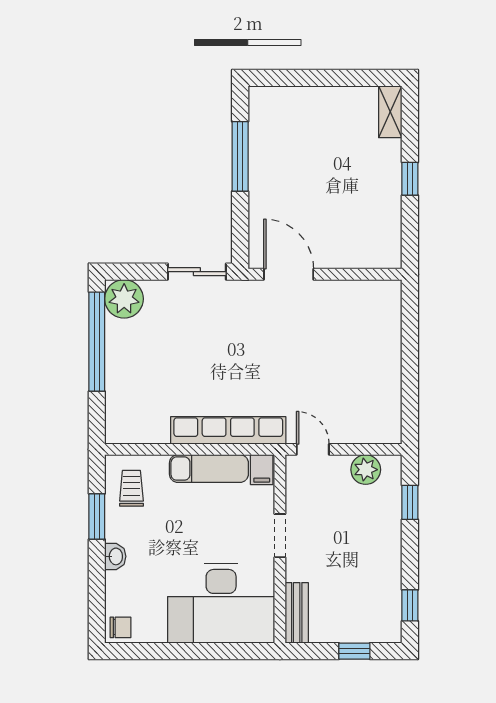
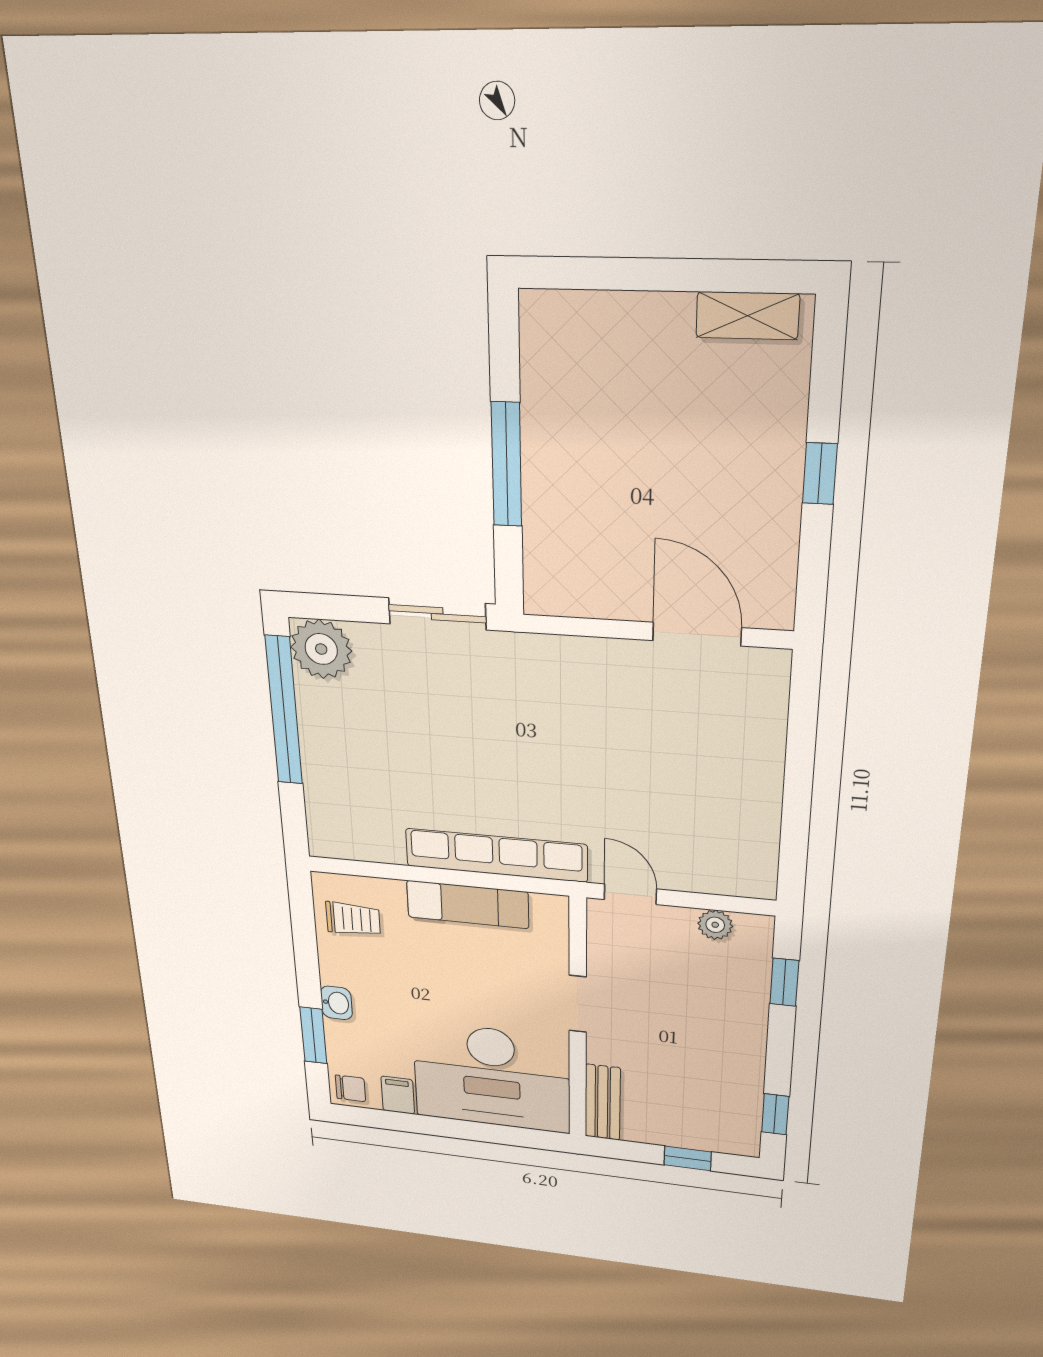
shelving: (390, 112) -> (747, 316), moved, turned 90
window: (240, 156) -> (507, 465), moved
door: (289, 274) -> (697, 634), moved
filing cabinet: (262, 470) -> (398, 1095), moved, turned 180
plant: (366, 470) -> (715, 925), width x0.73, depth x0.73
trolley: (131, 488) -> (353, 919), turned 90
window: (97, 517) -> (313, 1035), moved

